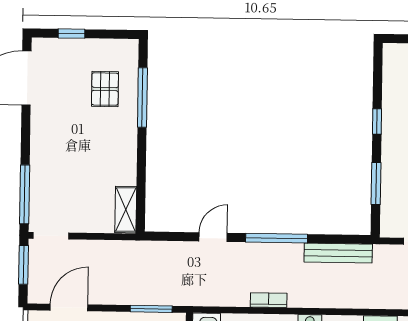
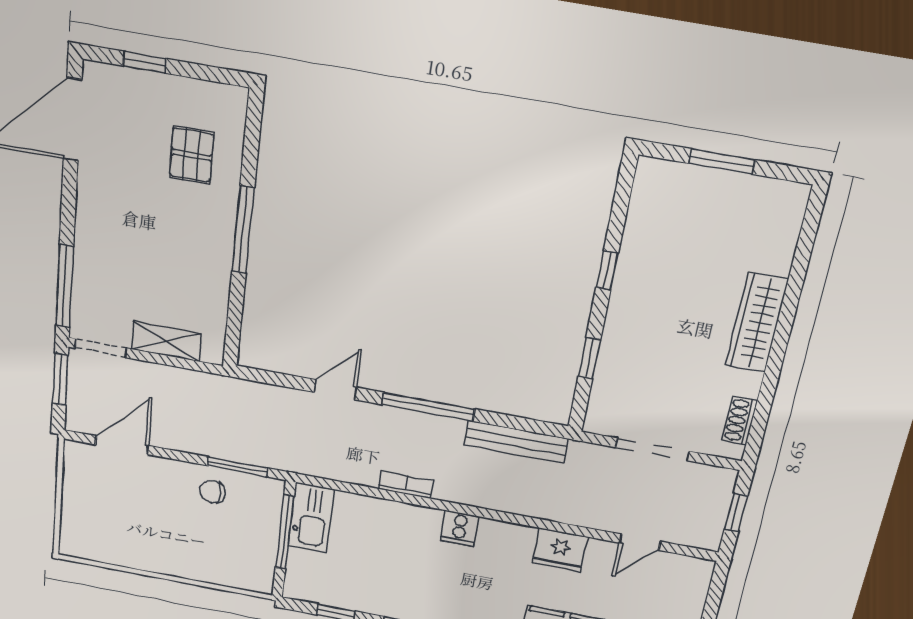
window: (142, 98) -> (243, 230), moved
window: (376, 183) -> (589, 358), width x0.67
shelving: (126, 210) -> (166, 341), moved, turned 90

